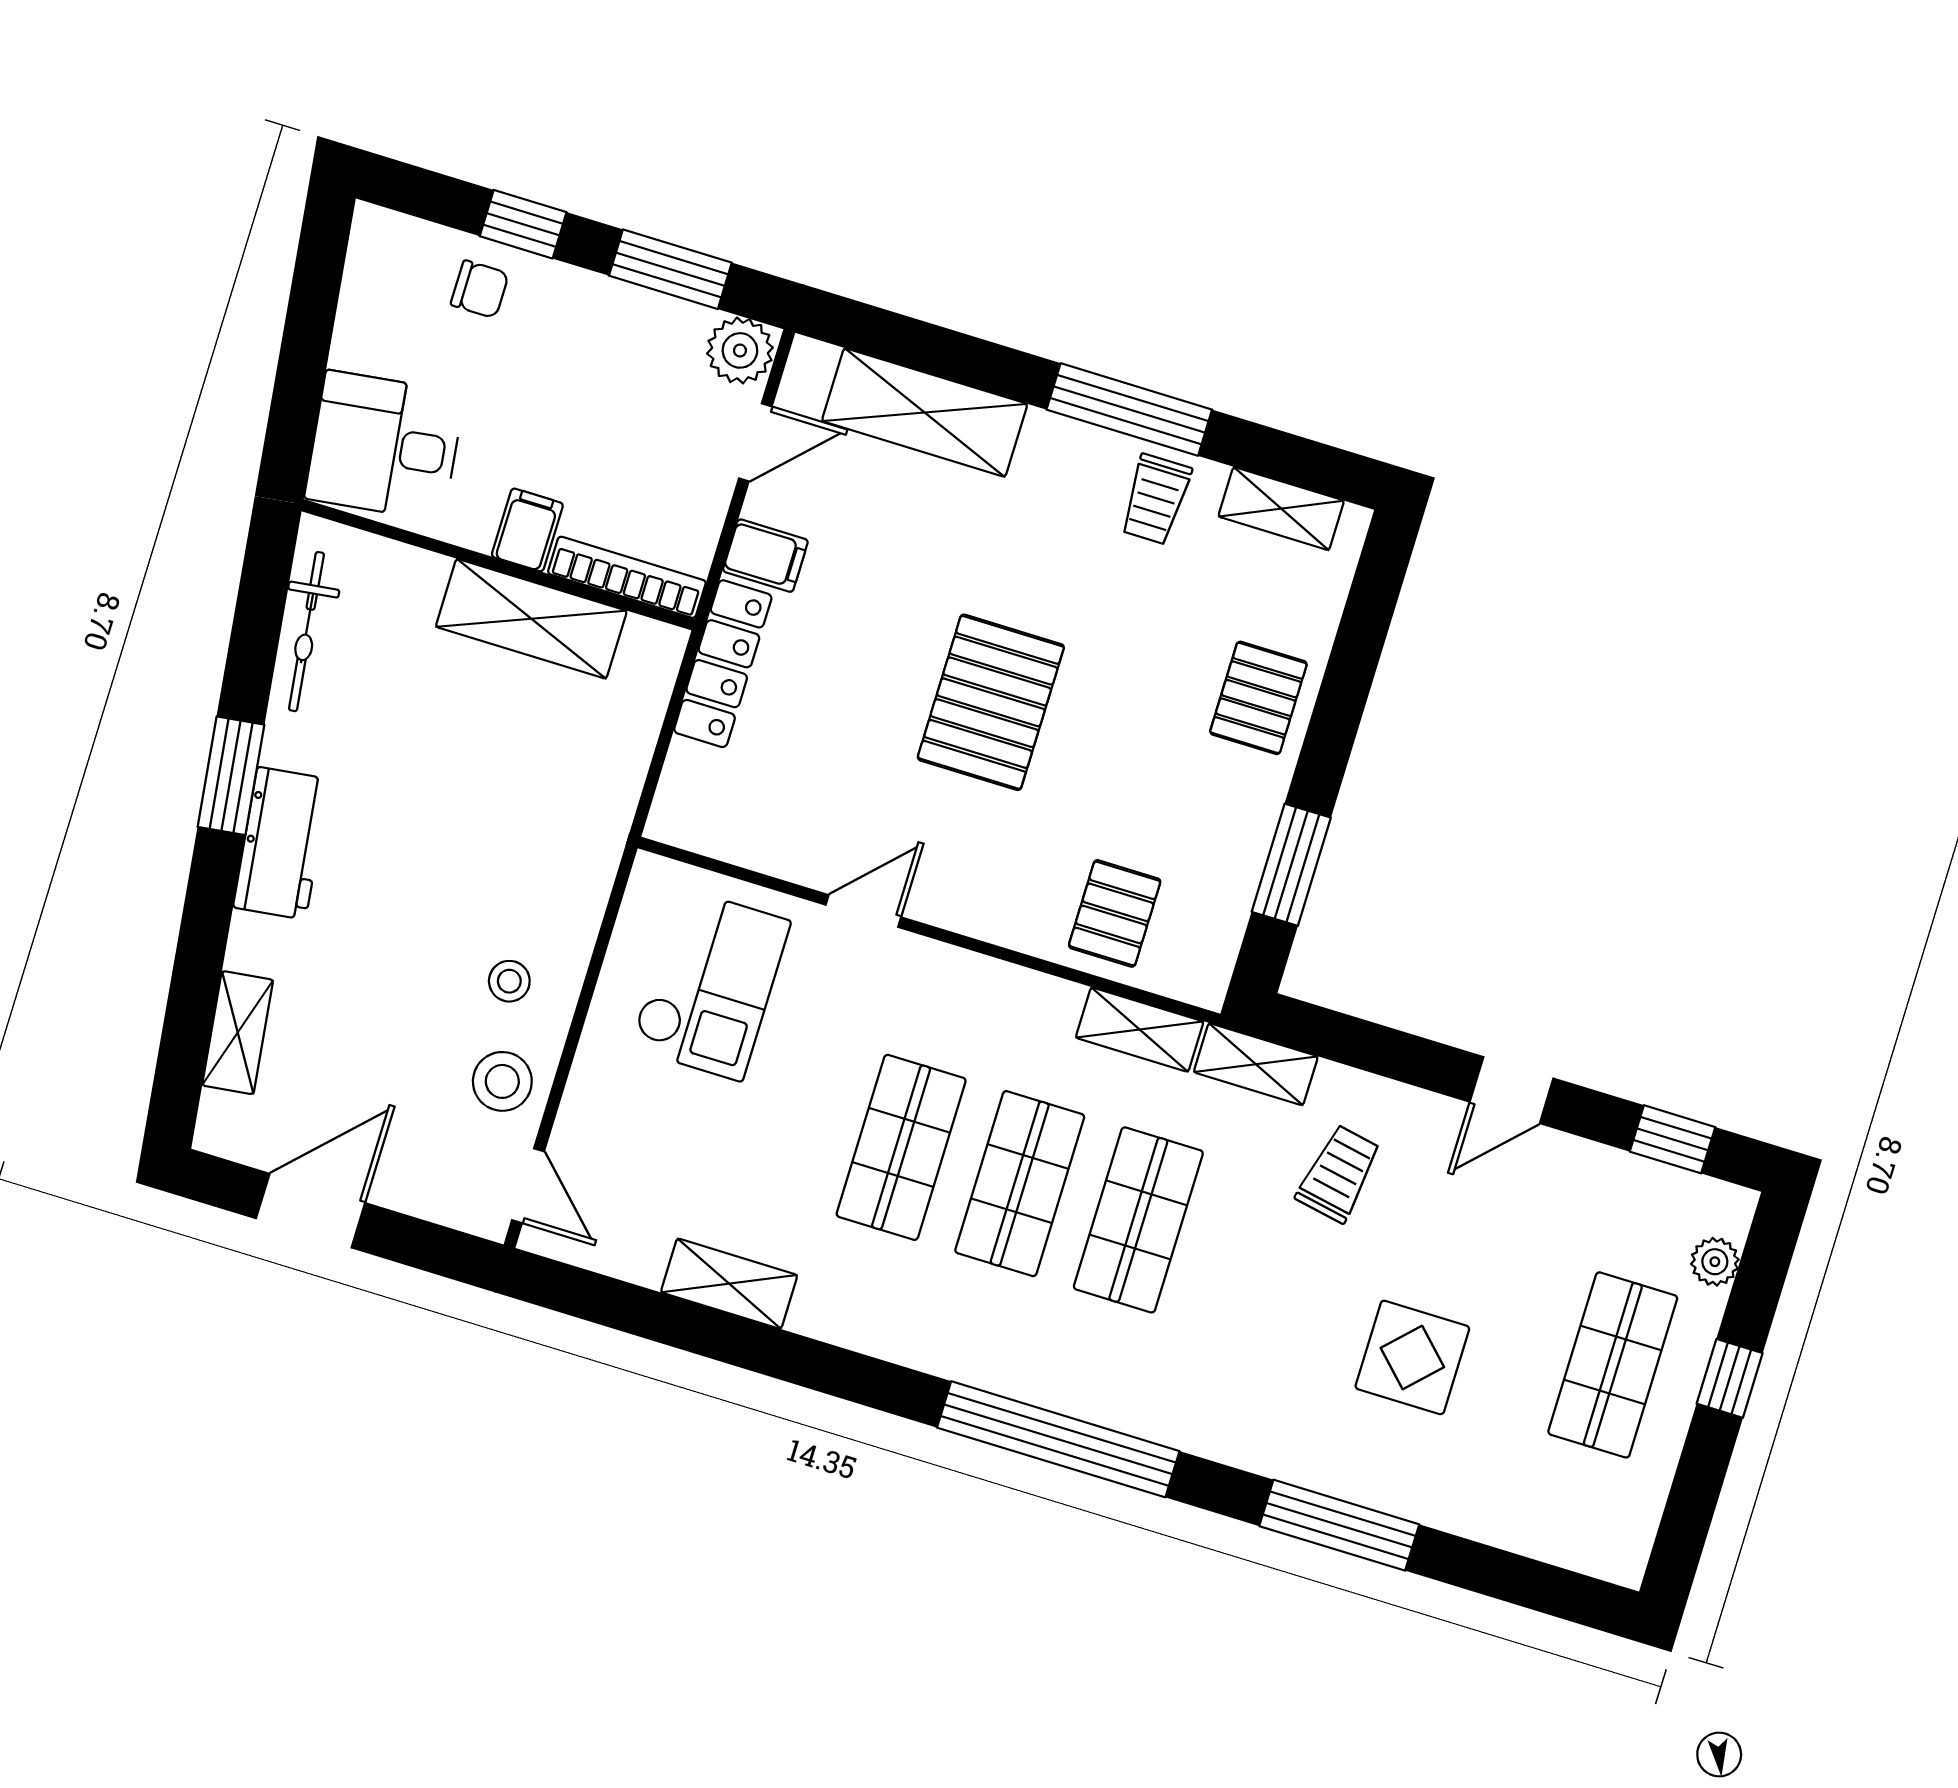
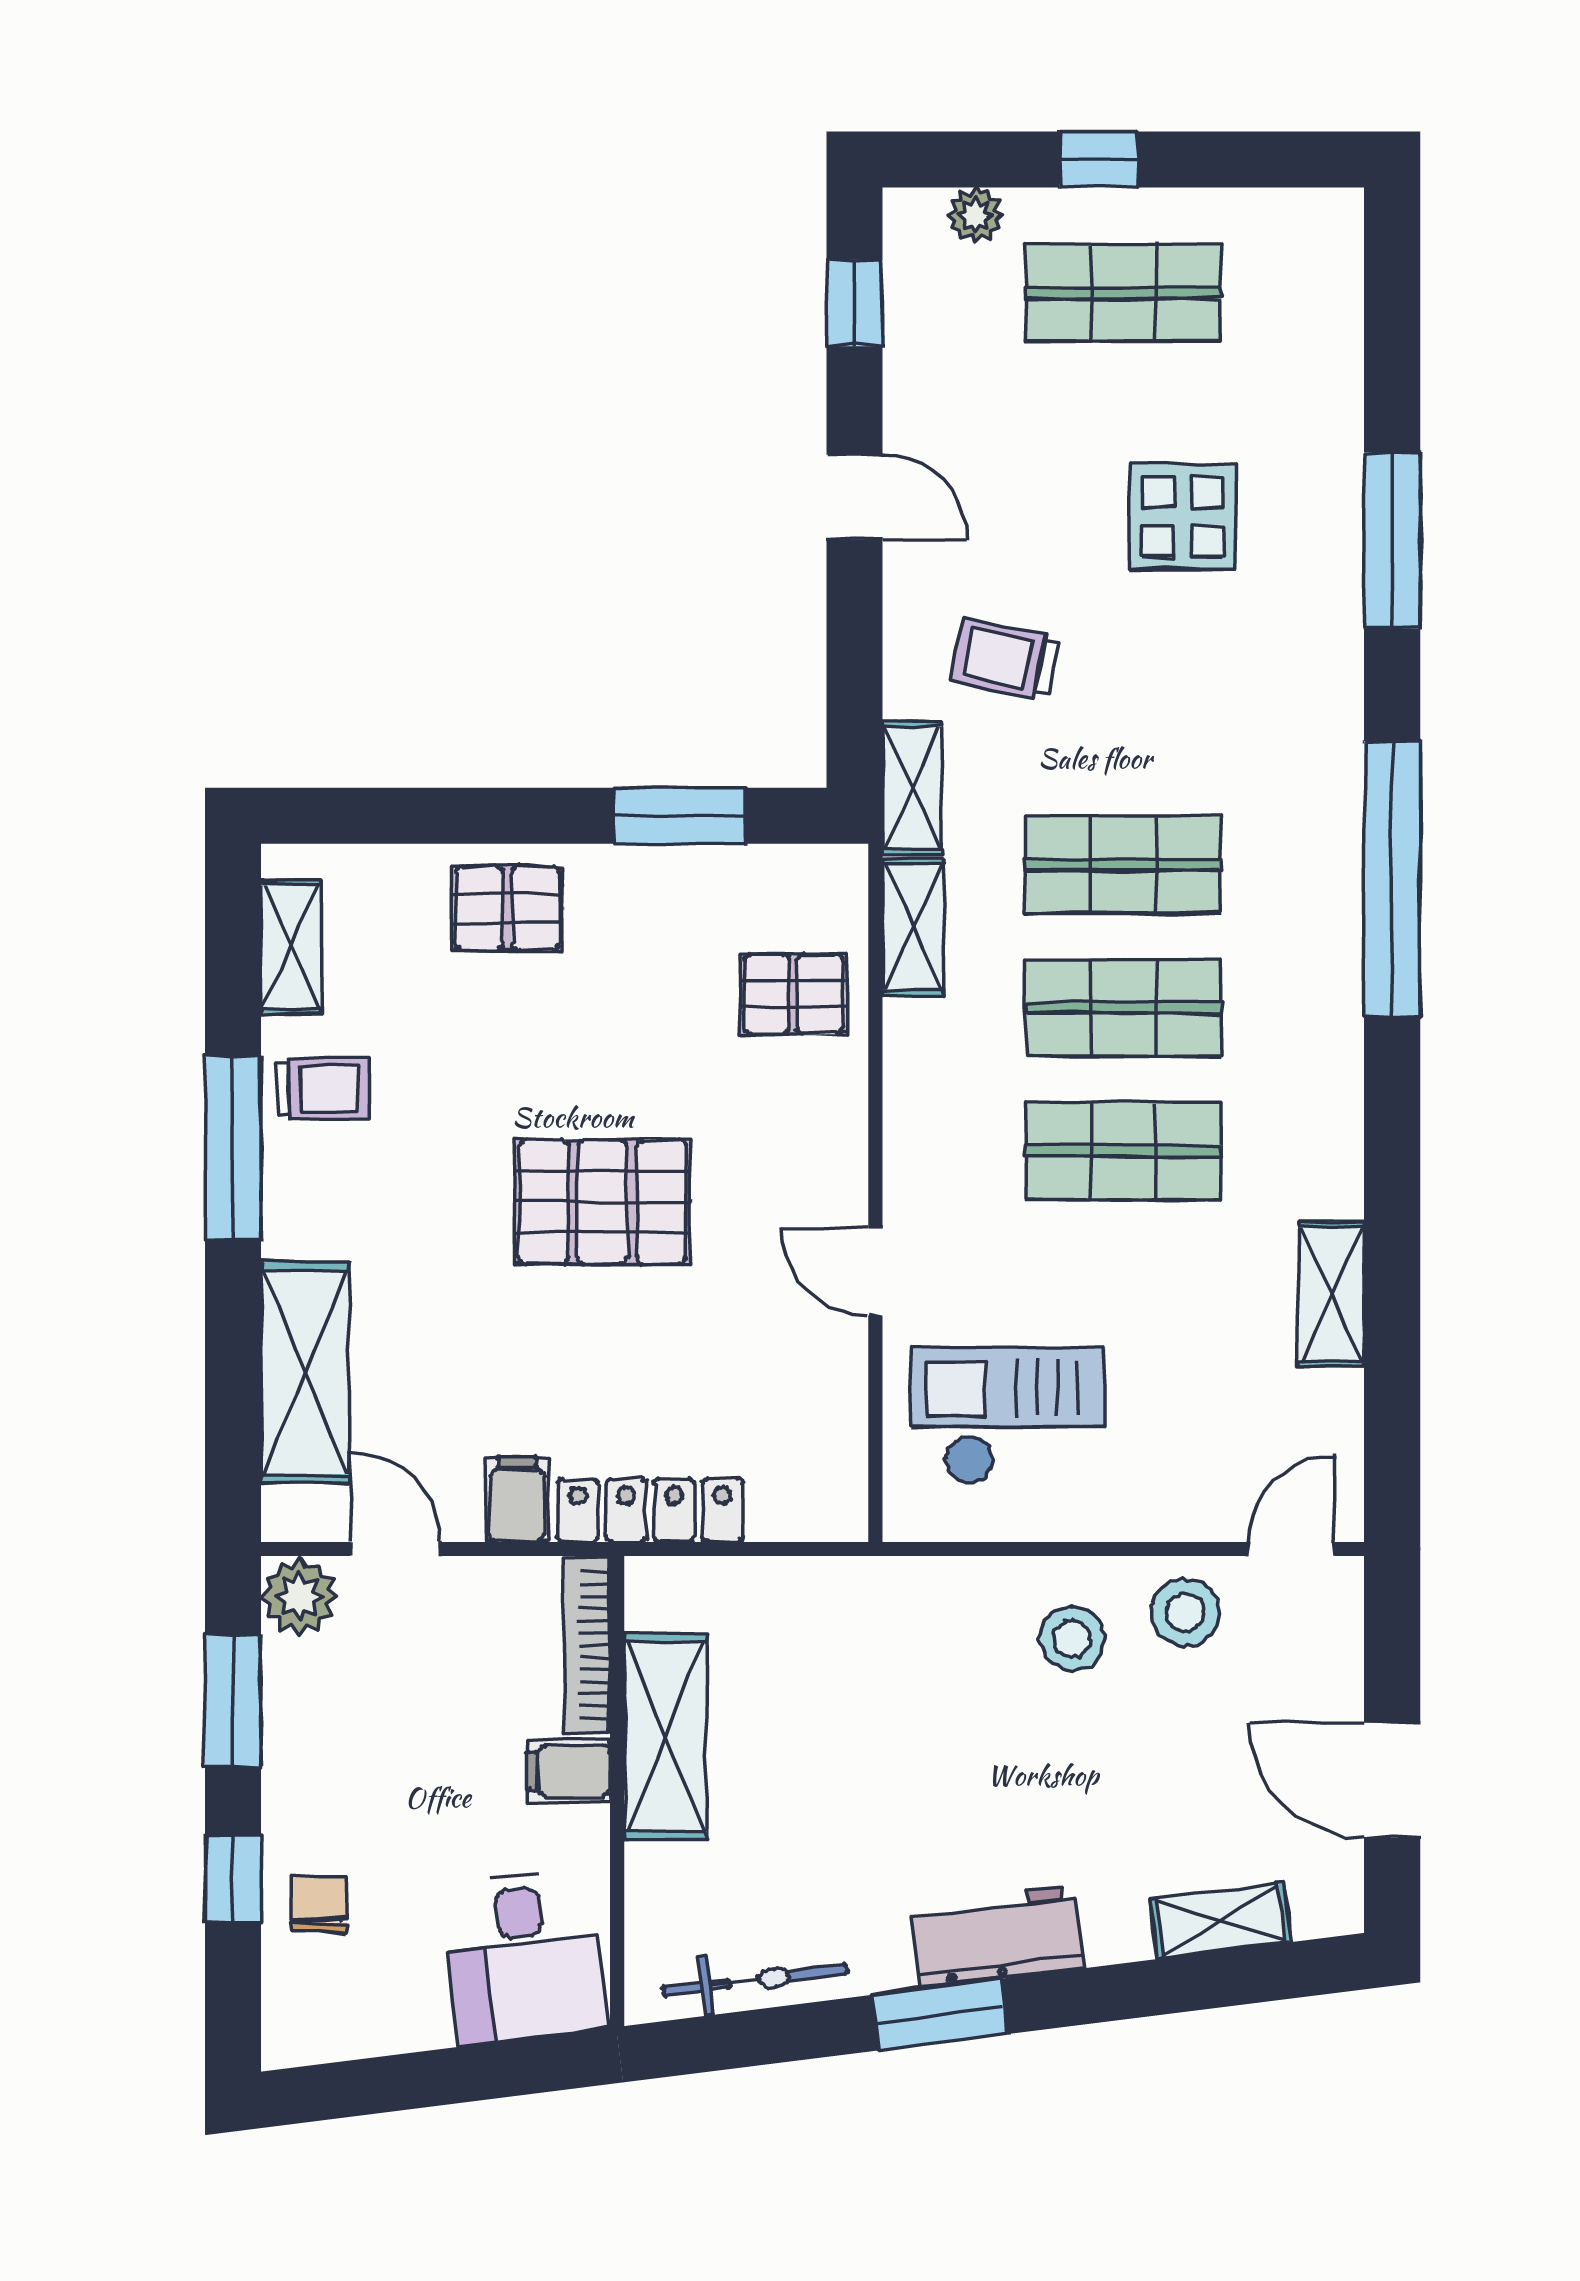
stool: (509, 981) -> (1072, 1639), width x1.37, depth x1.37

